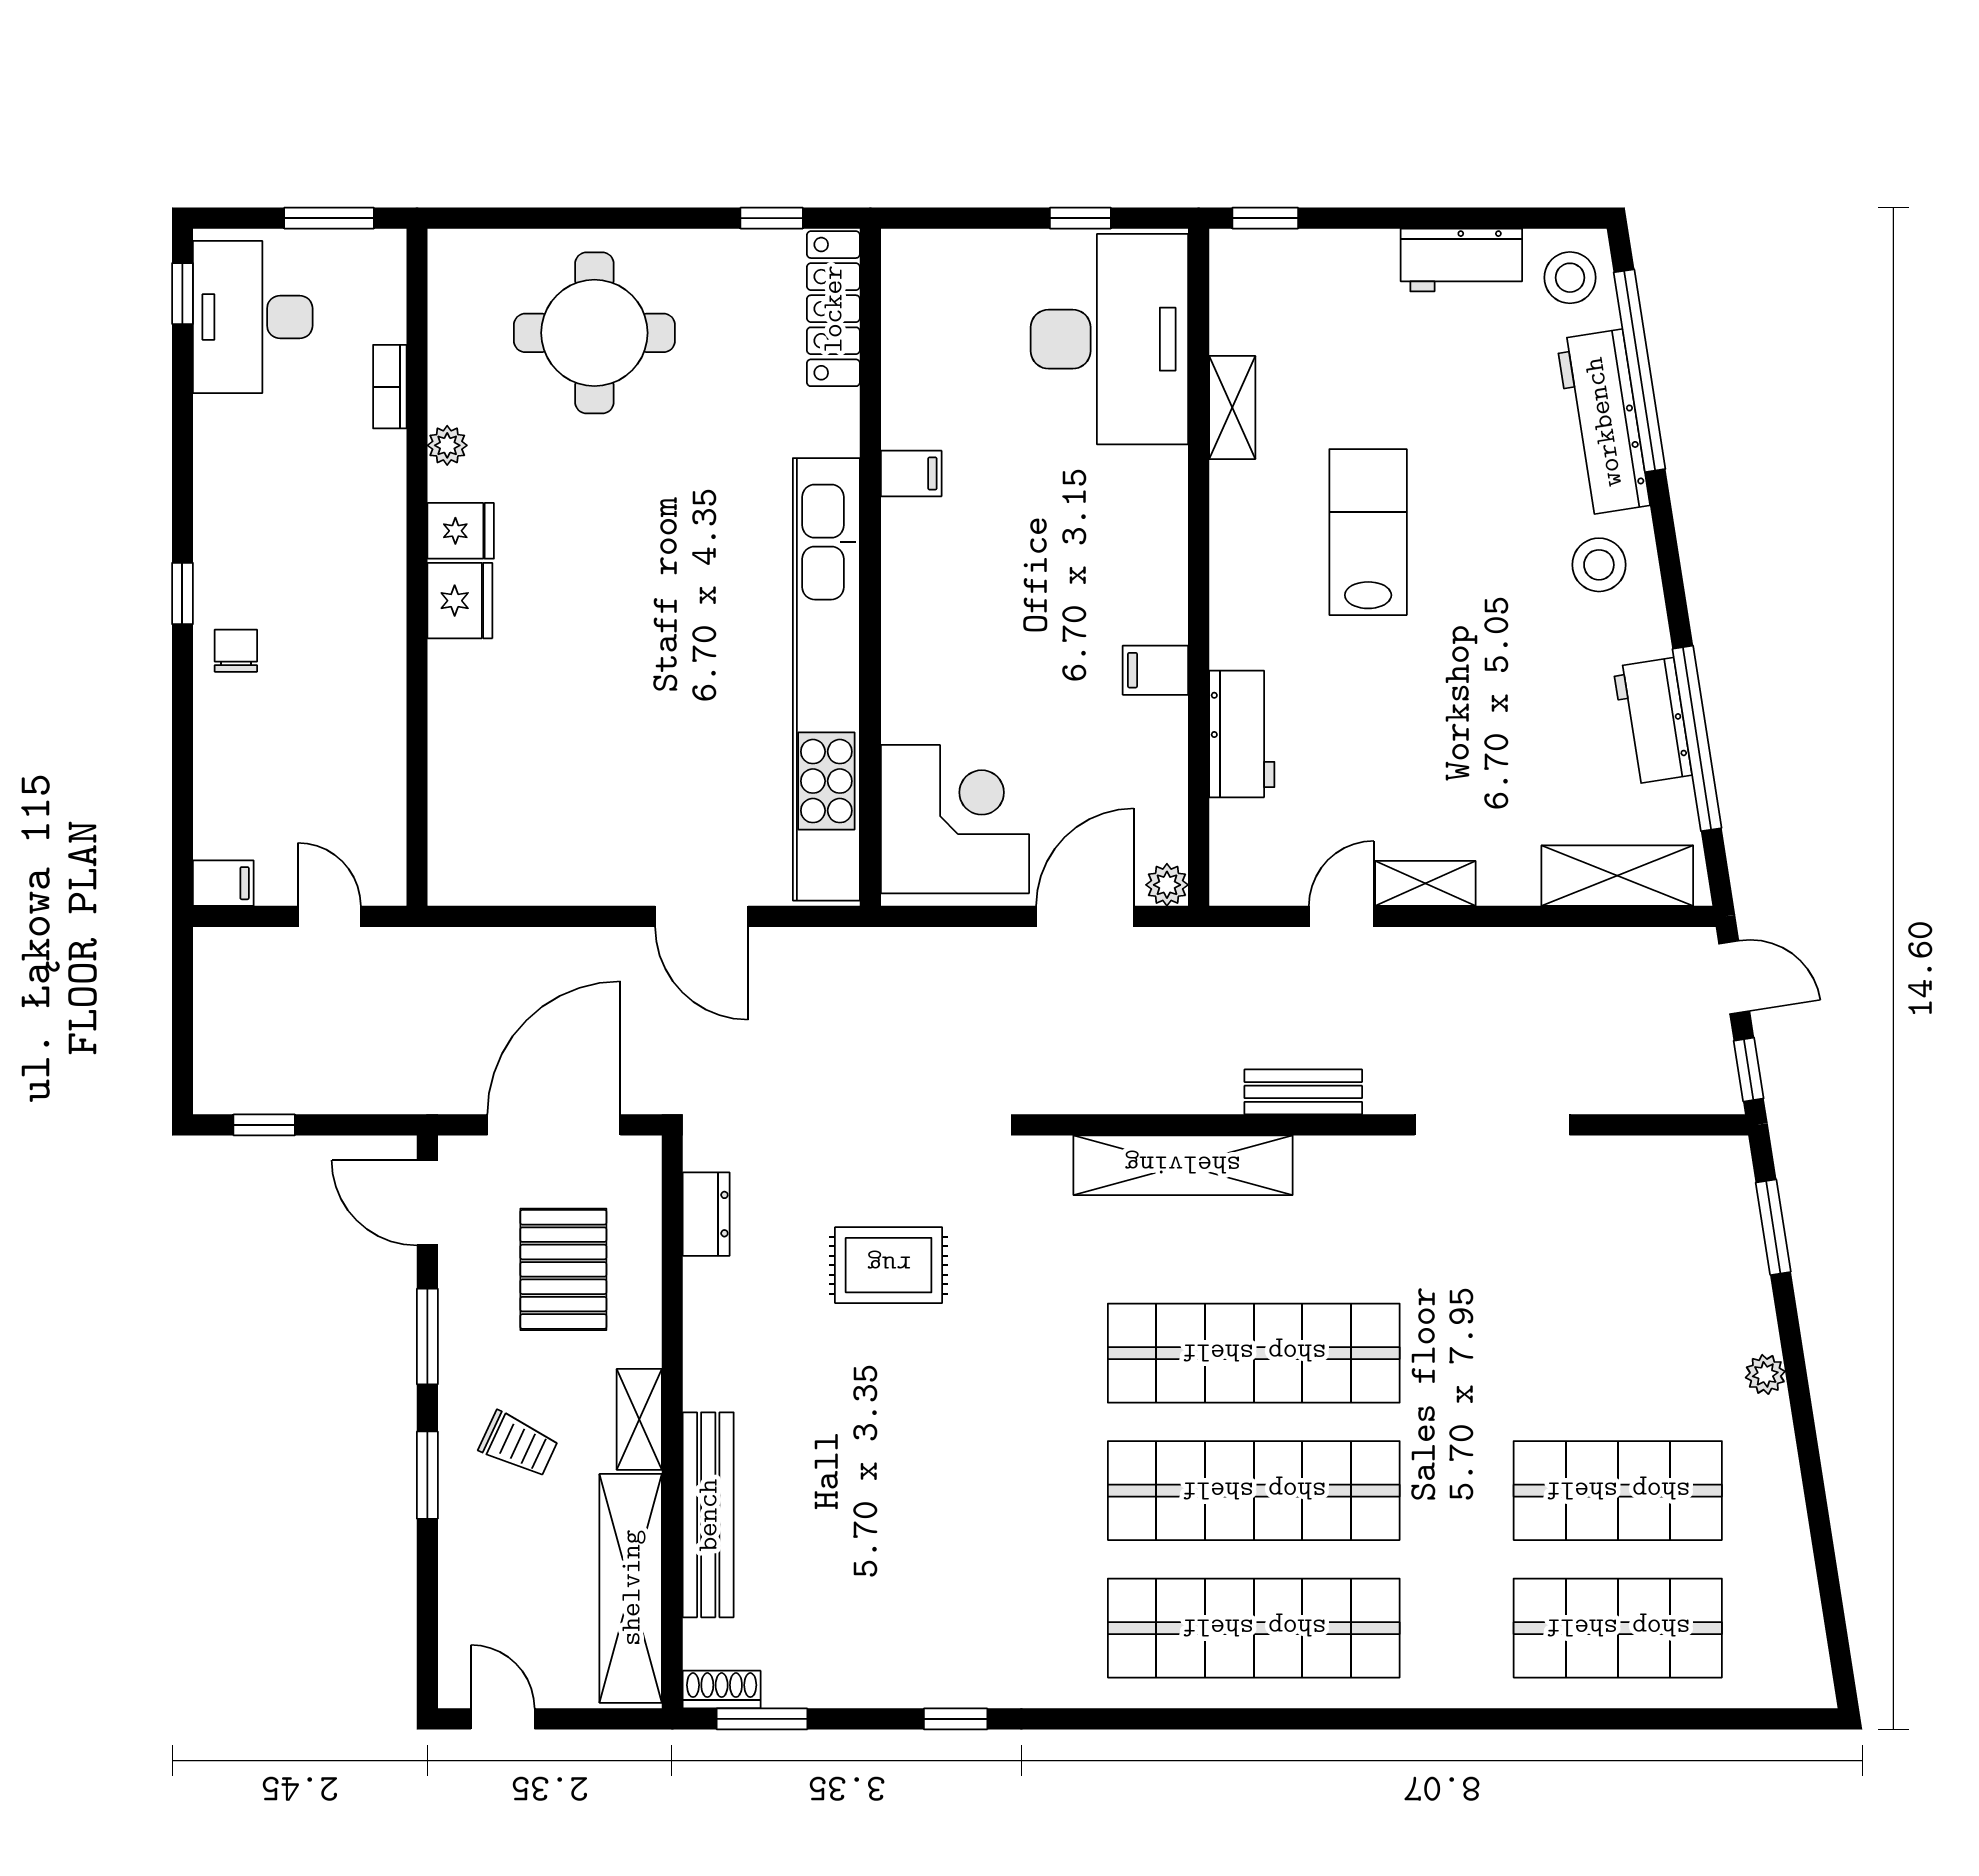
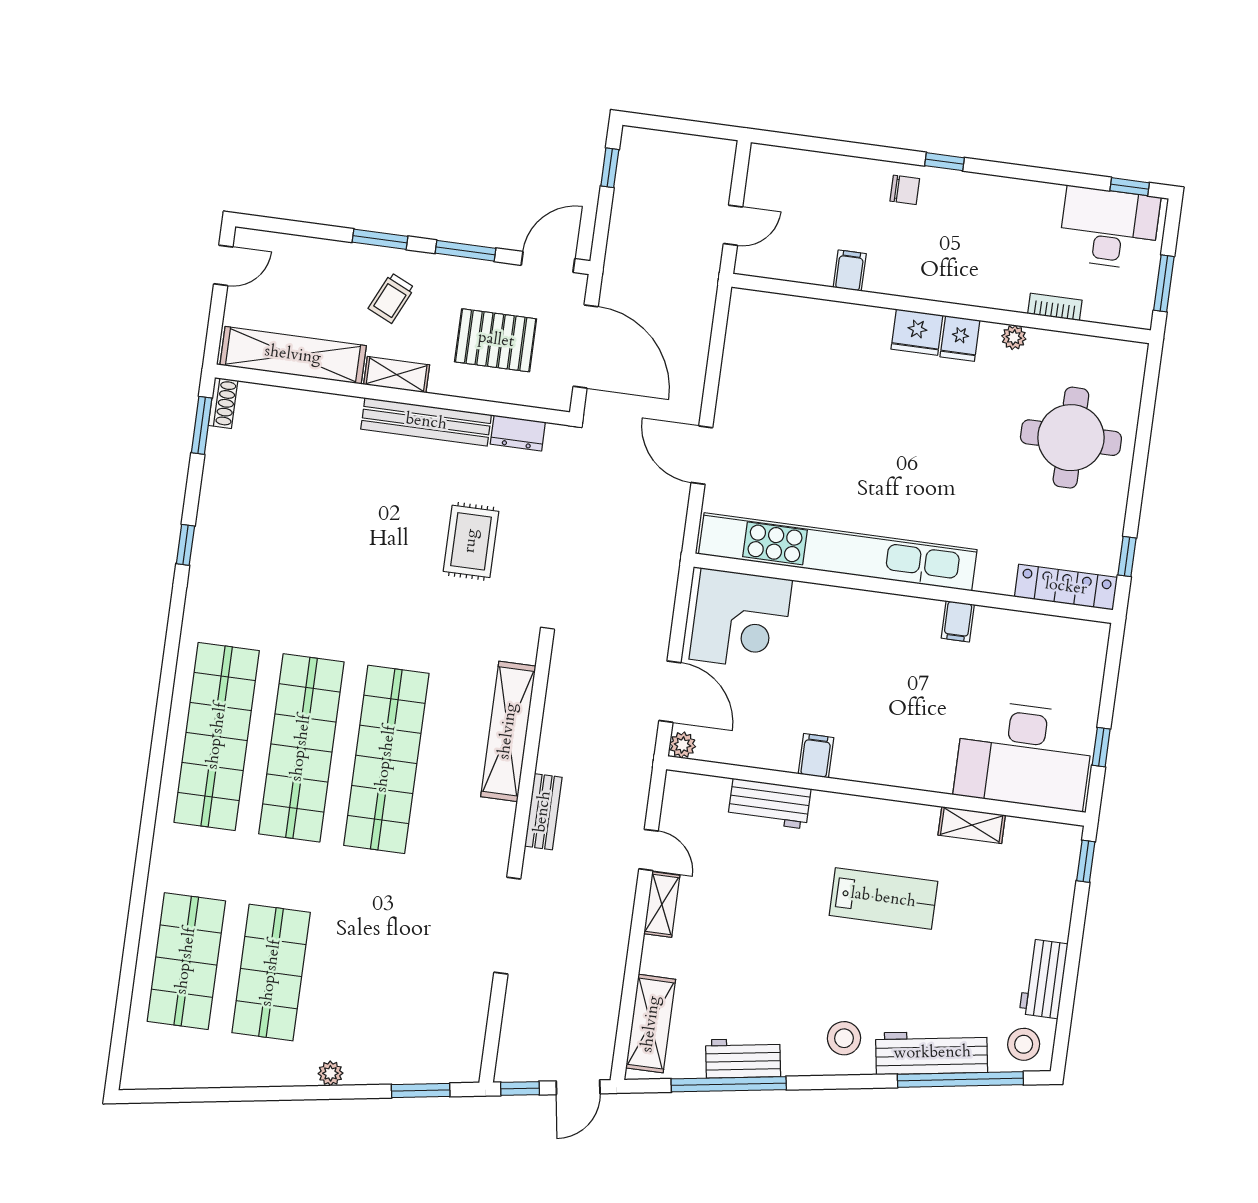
filing cabinet: (223, 883) -> (850, 271), moved, turned 180
door: (702, 916) -> (702, 455), hinge flipped
bench: (708, 1515) -> (426, 422), moved

